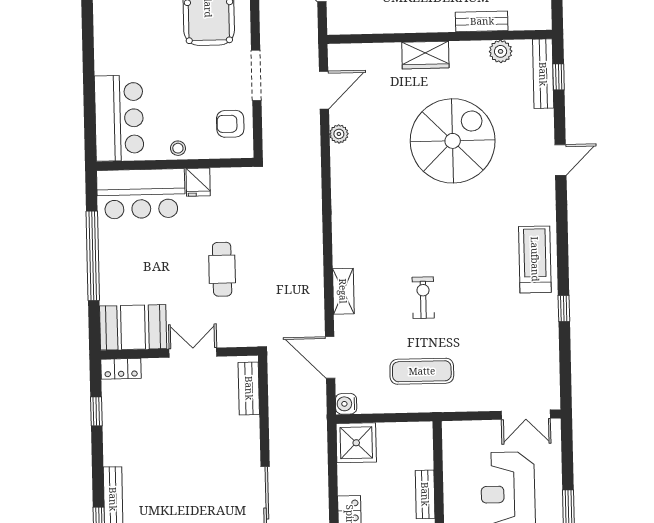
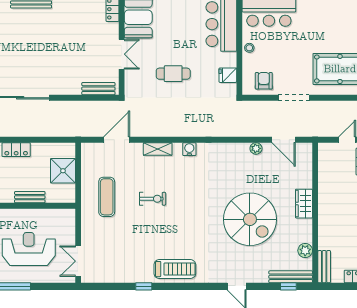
bench: (482, 21) -> (324, 267), moved
fridge: (198, 182) -> (228, 75), moved
water cooler: (346, 404) -> (189, 149), moved
shower: (356, 443) -> (63, 171), moved

